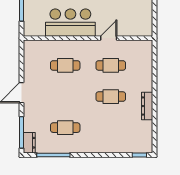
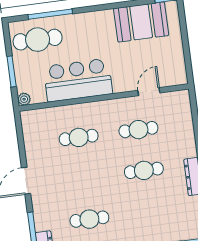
plant: (28, 31) -> (24, 99), added
door: (109, 38) -> (149, 92), moved

